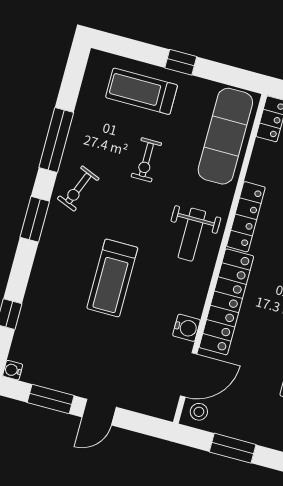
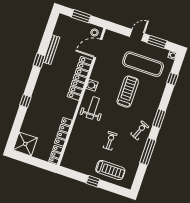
exercise mat: (225, 136) -> (143, 64), moved, turned 90
locker: (246, 217) -> (63, 132), moved
water cooler: (186, 328) -> (92, 85), moved

